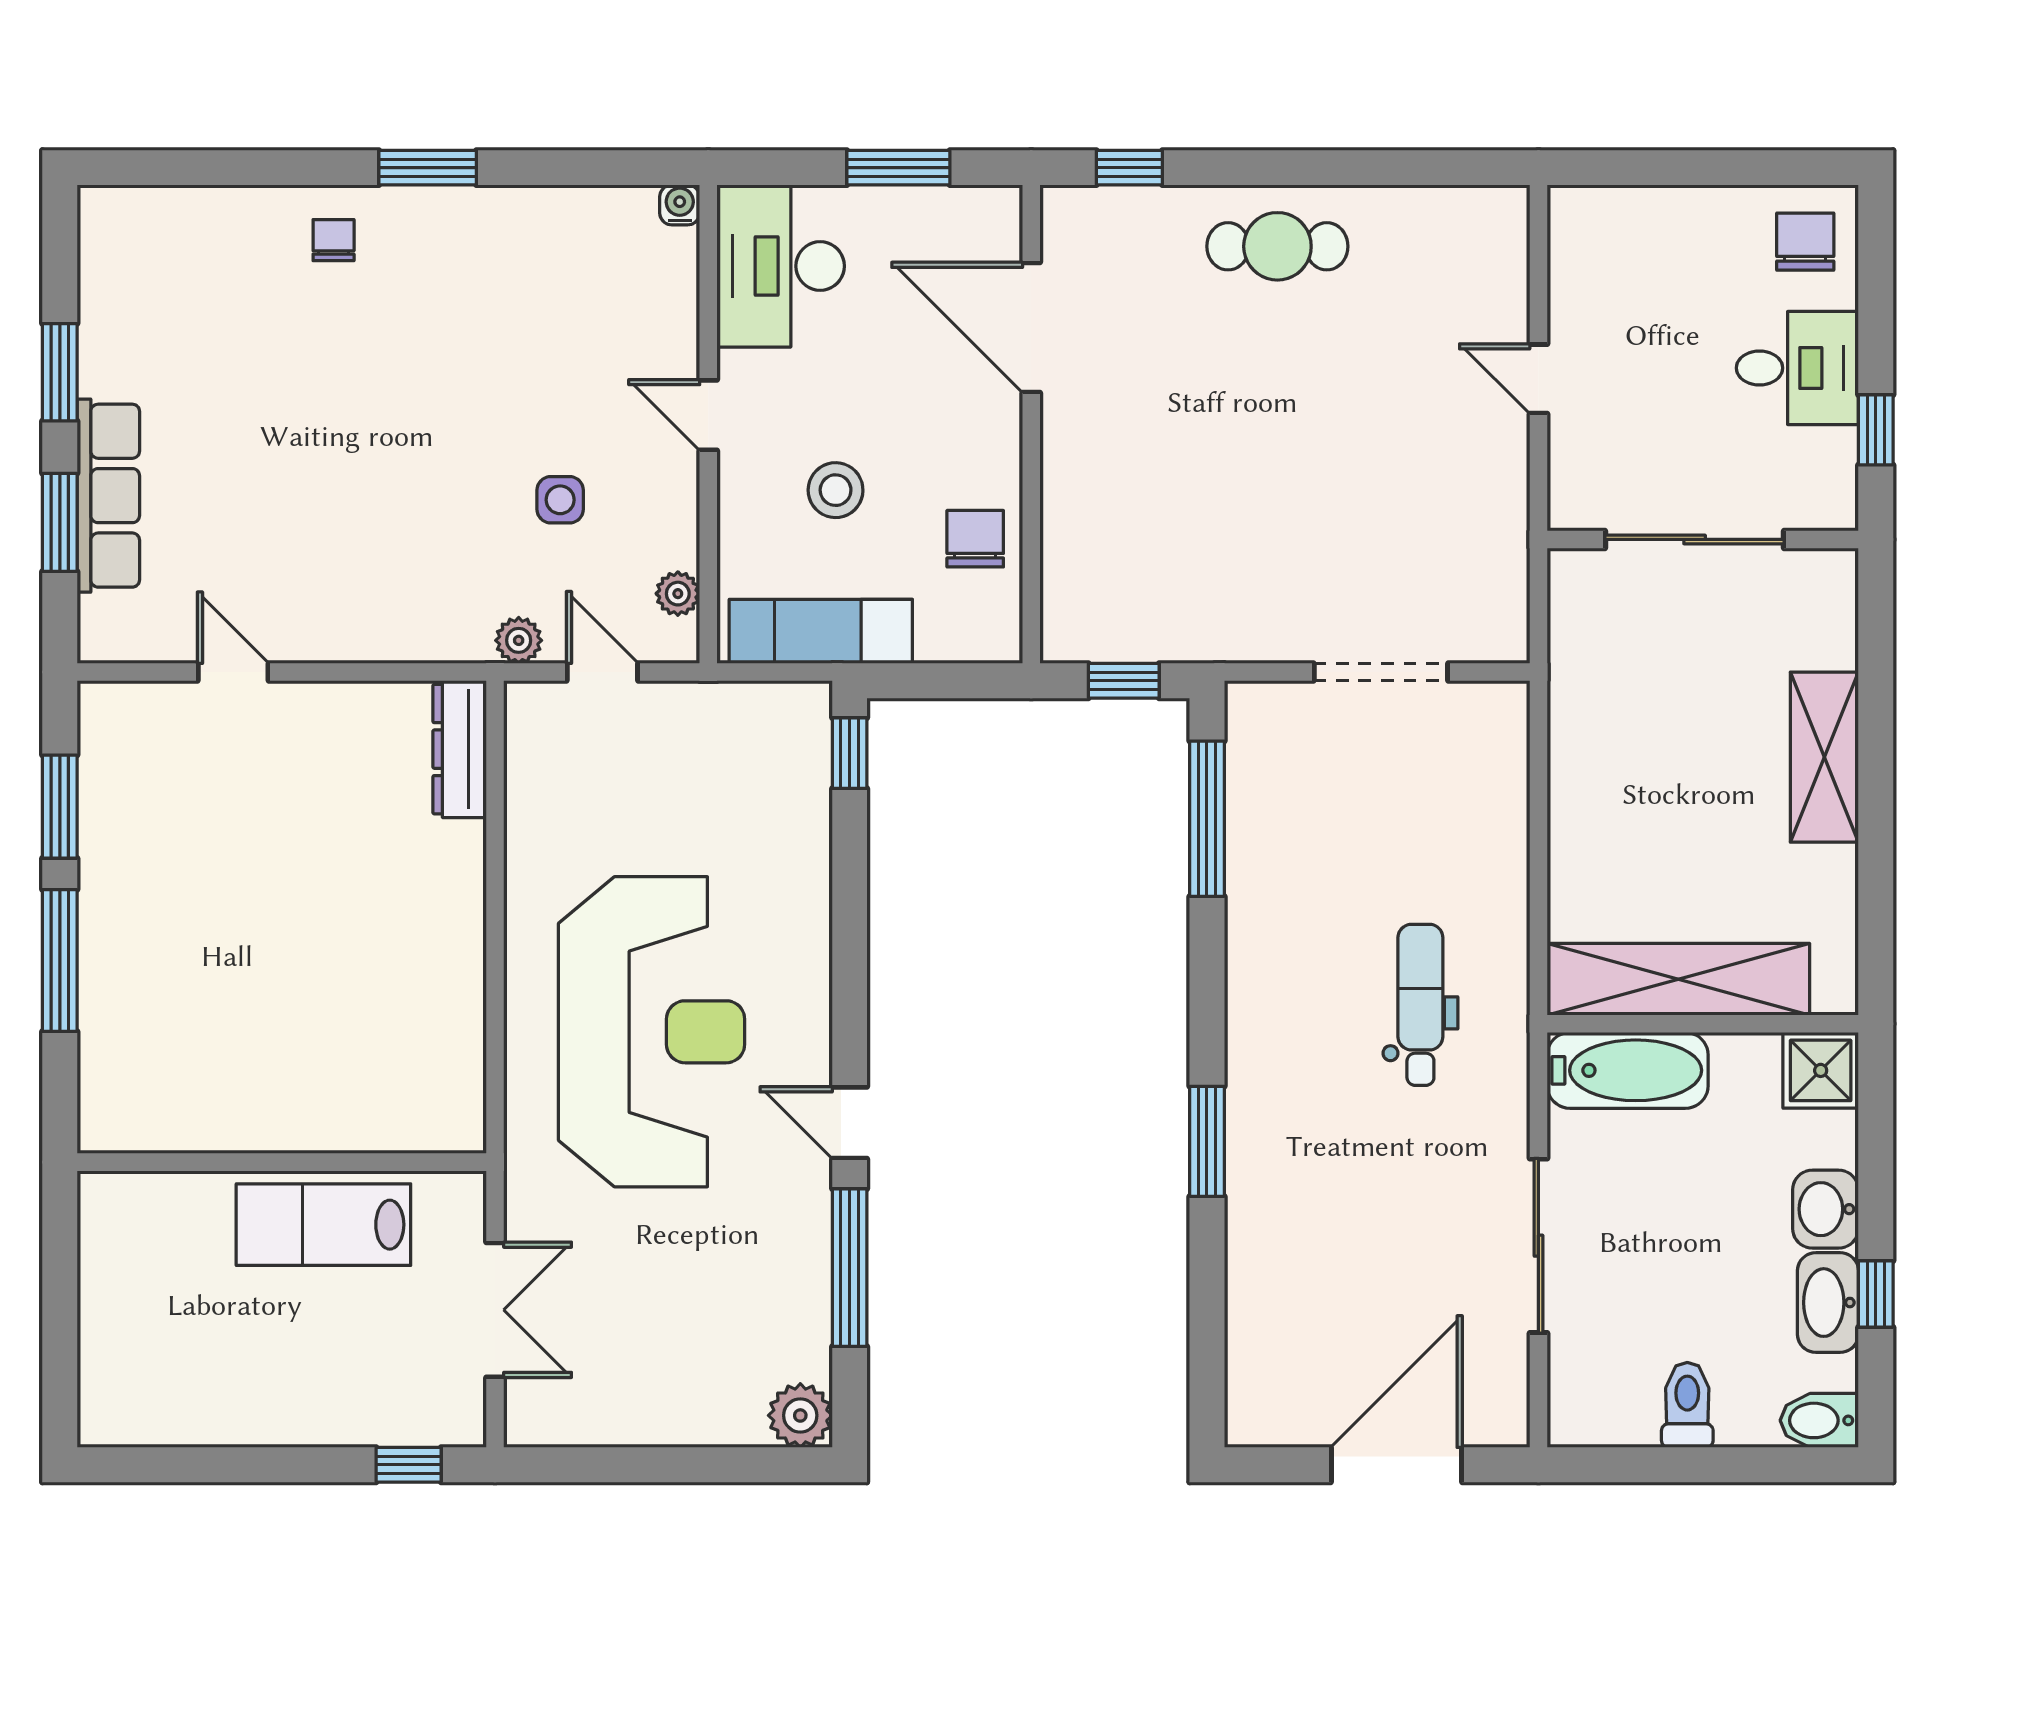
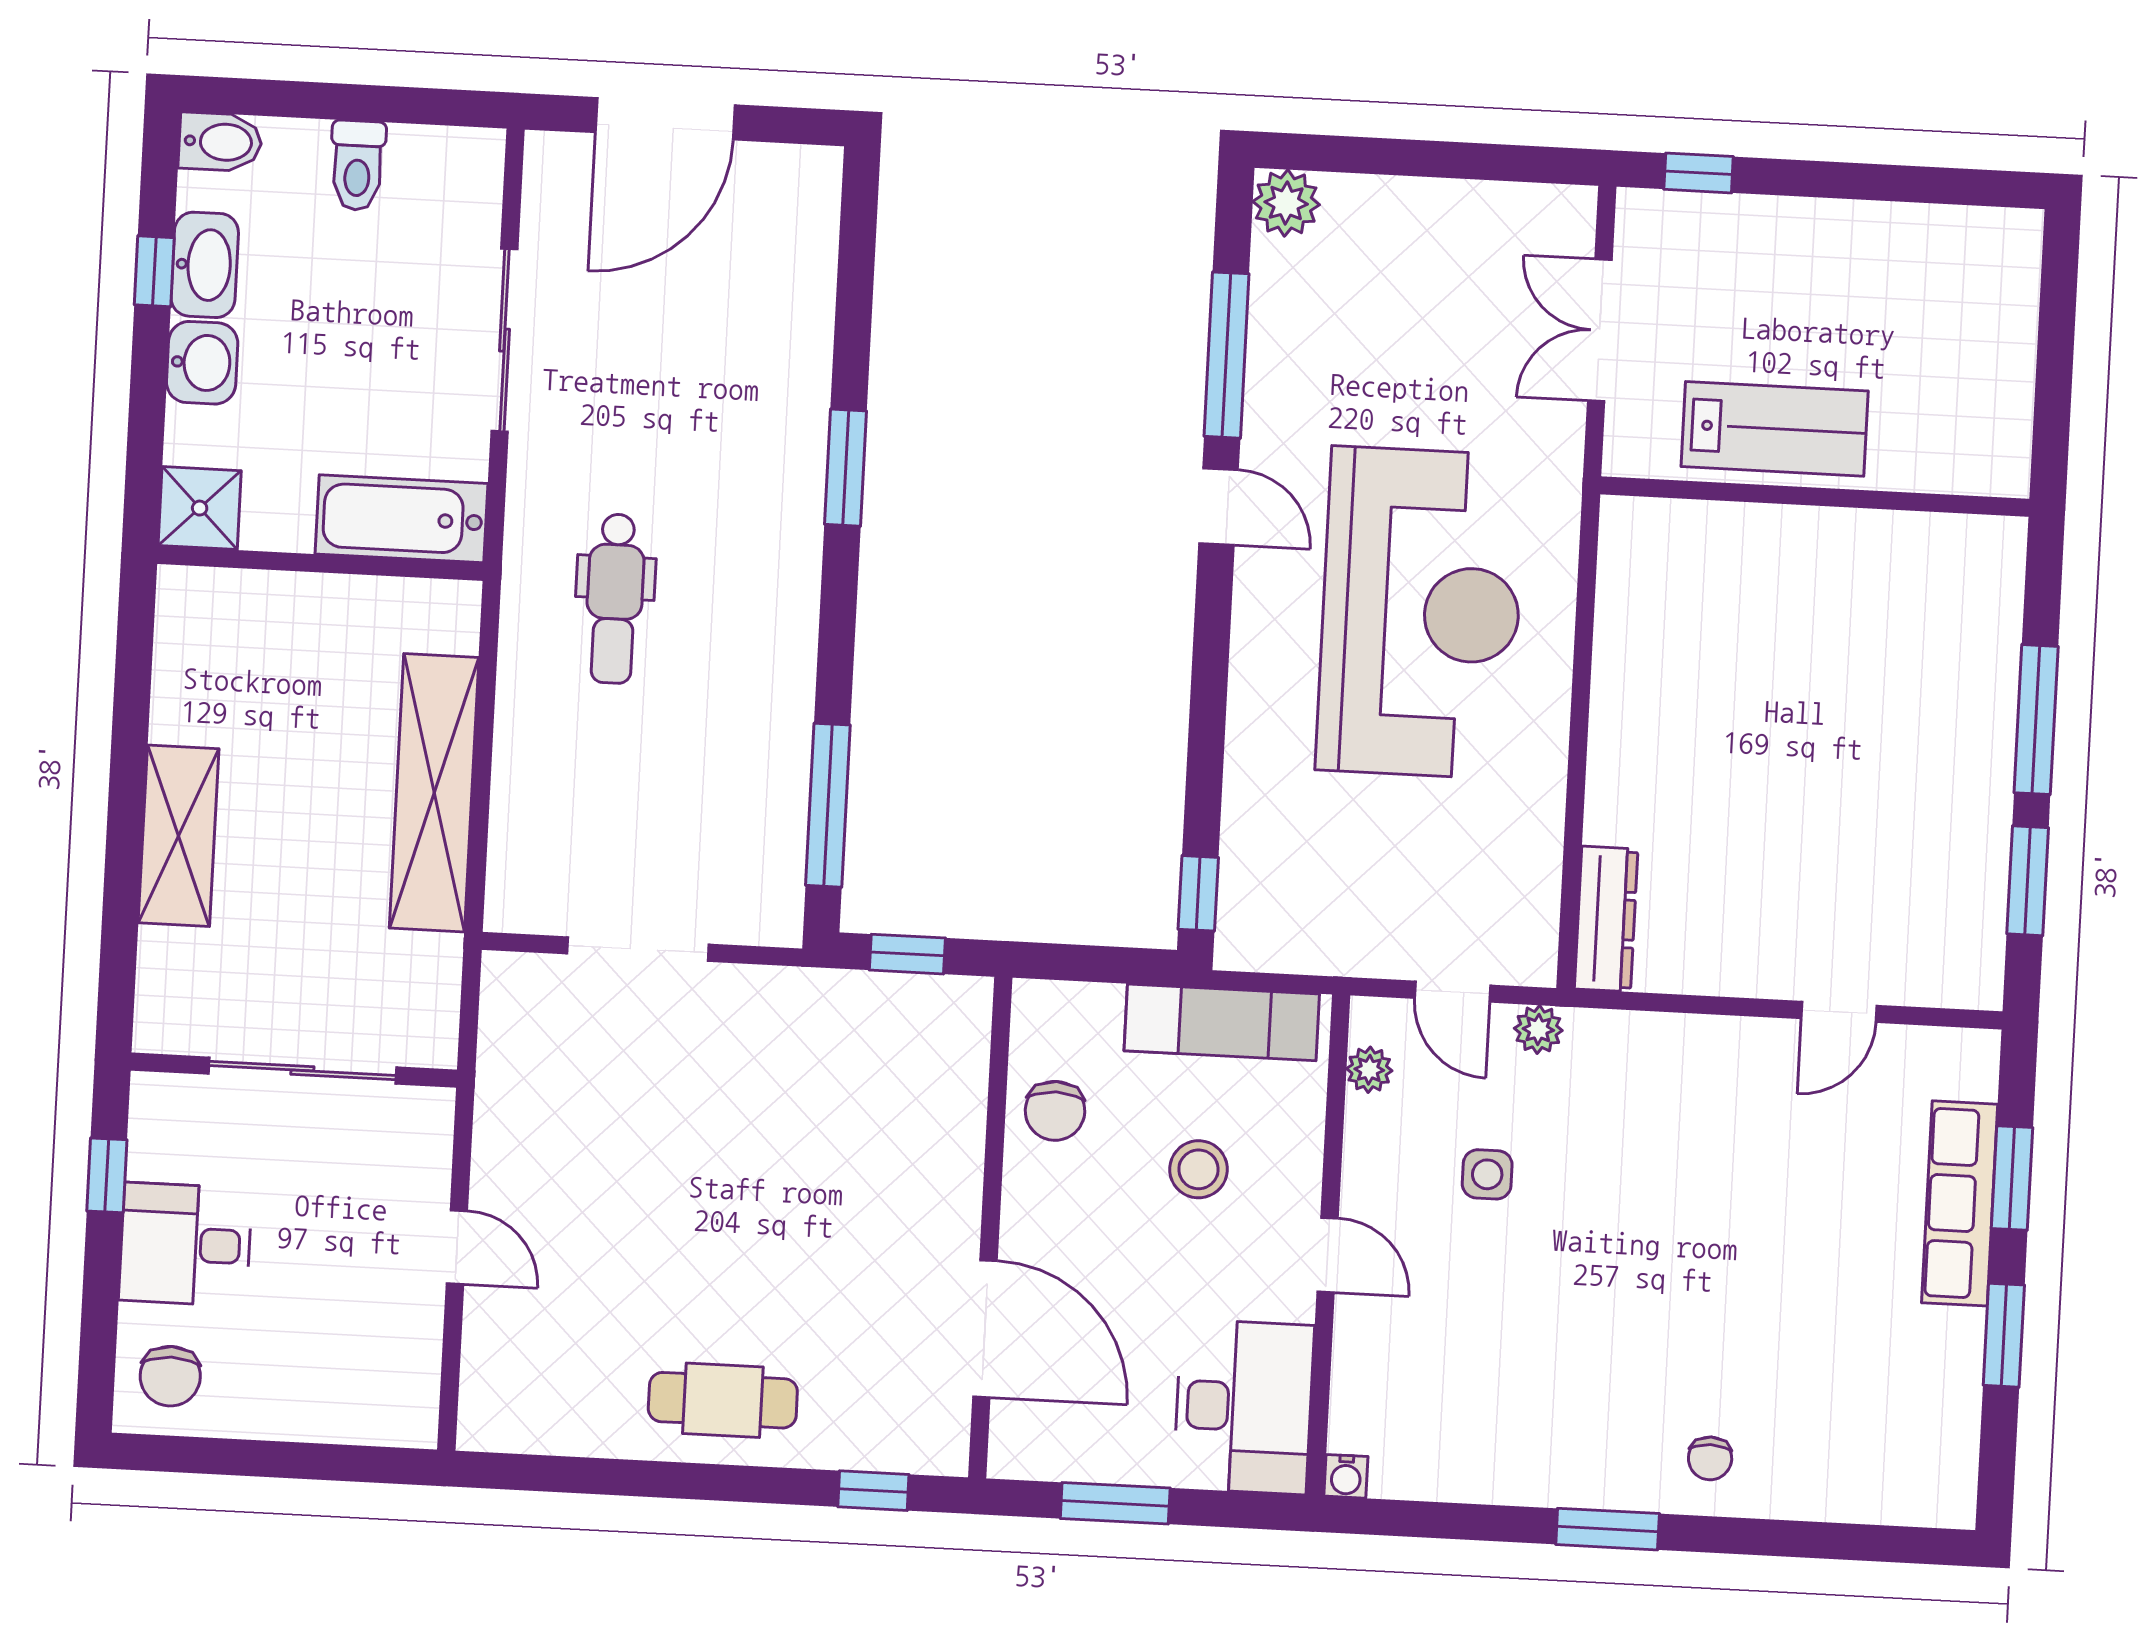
door: (233, 672) -> (1839, 1012), hinge flipped
shelving: (1678, 979) -> (434, 793), moved, turned 90
reception desk: (652, 1032) -> (1421, 613), turned 180

